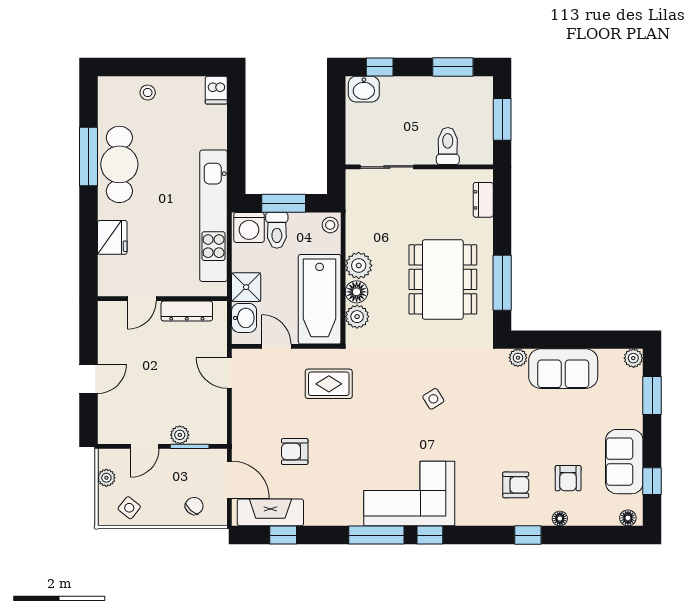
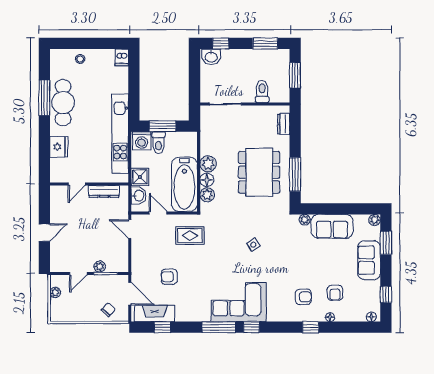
stool: (330, 225) -> (191, 139), removed
sofa: (624, 462) -> (369, 260), moved
side table: (129, 508) -> (69, 311), removed

